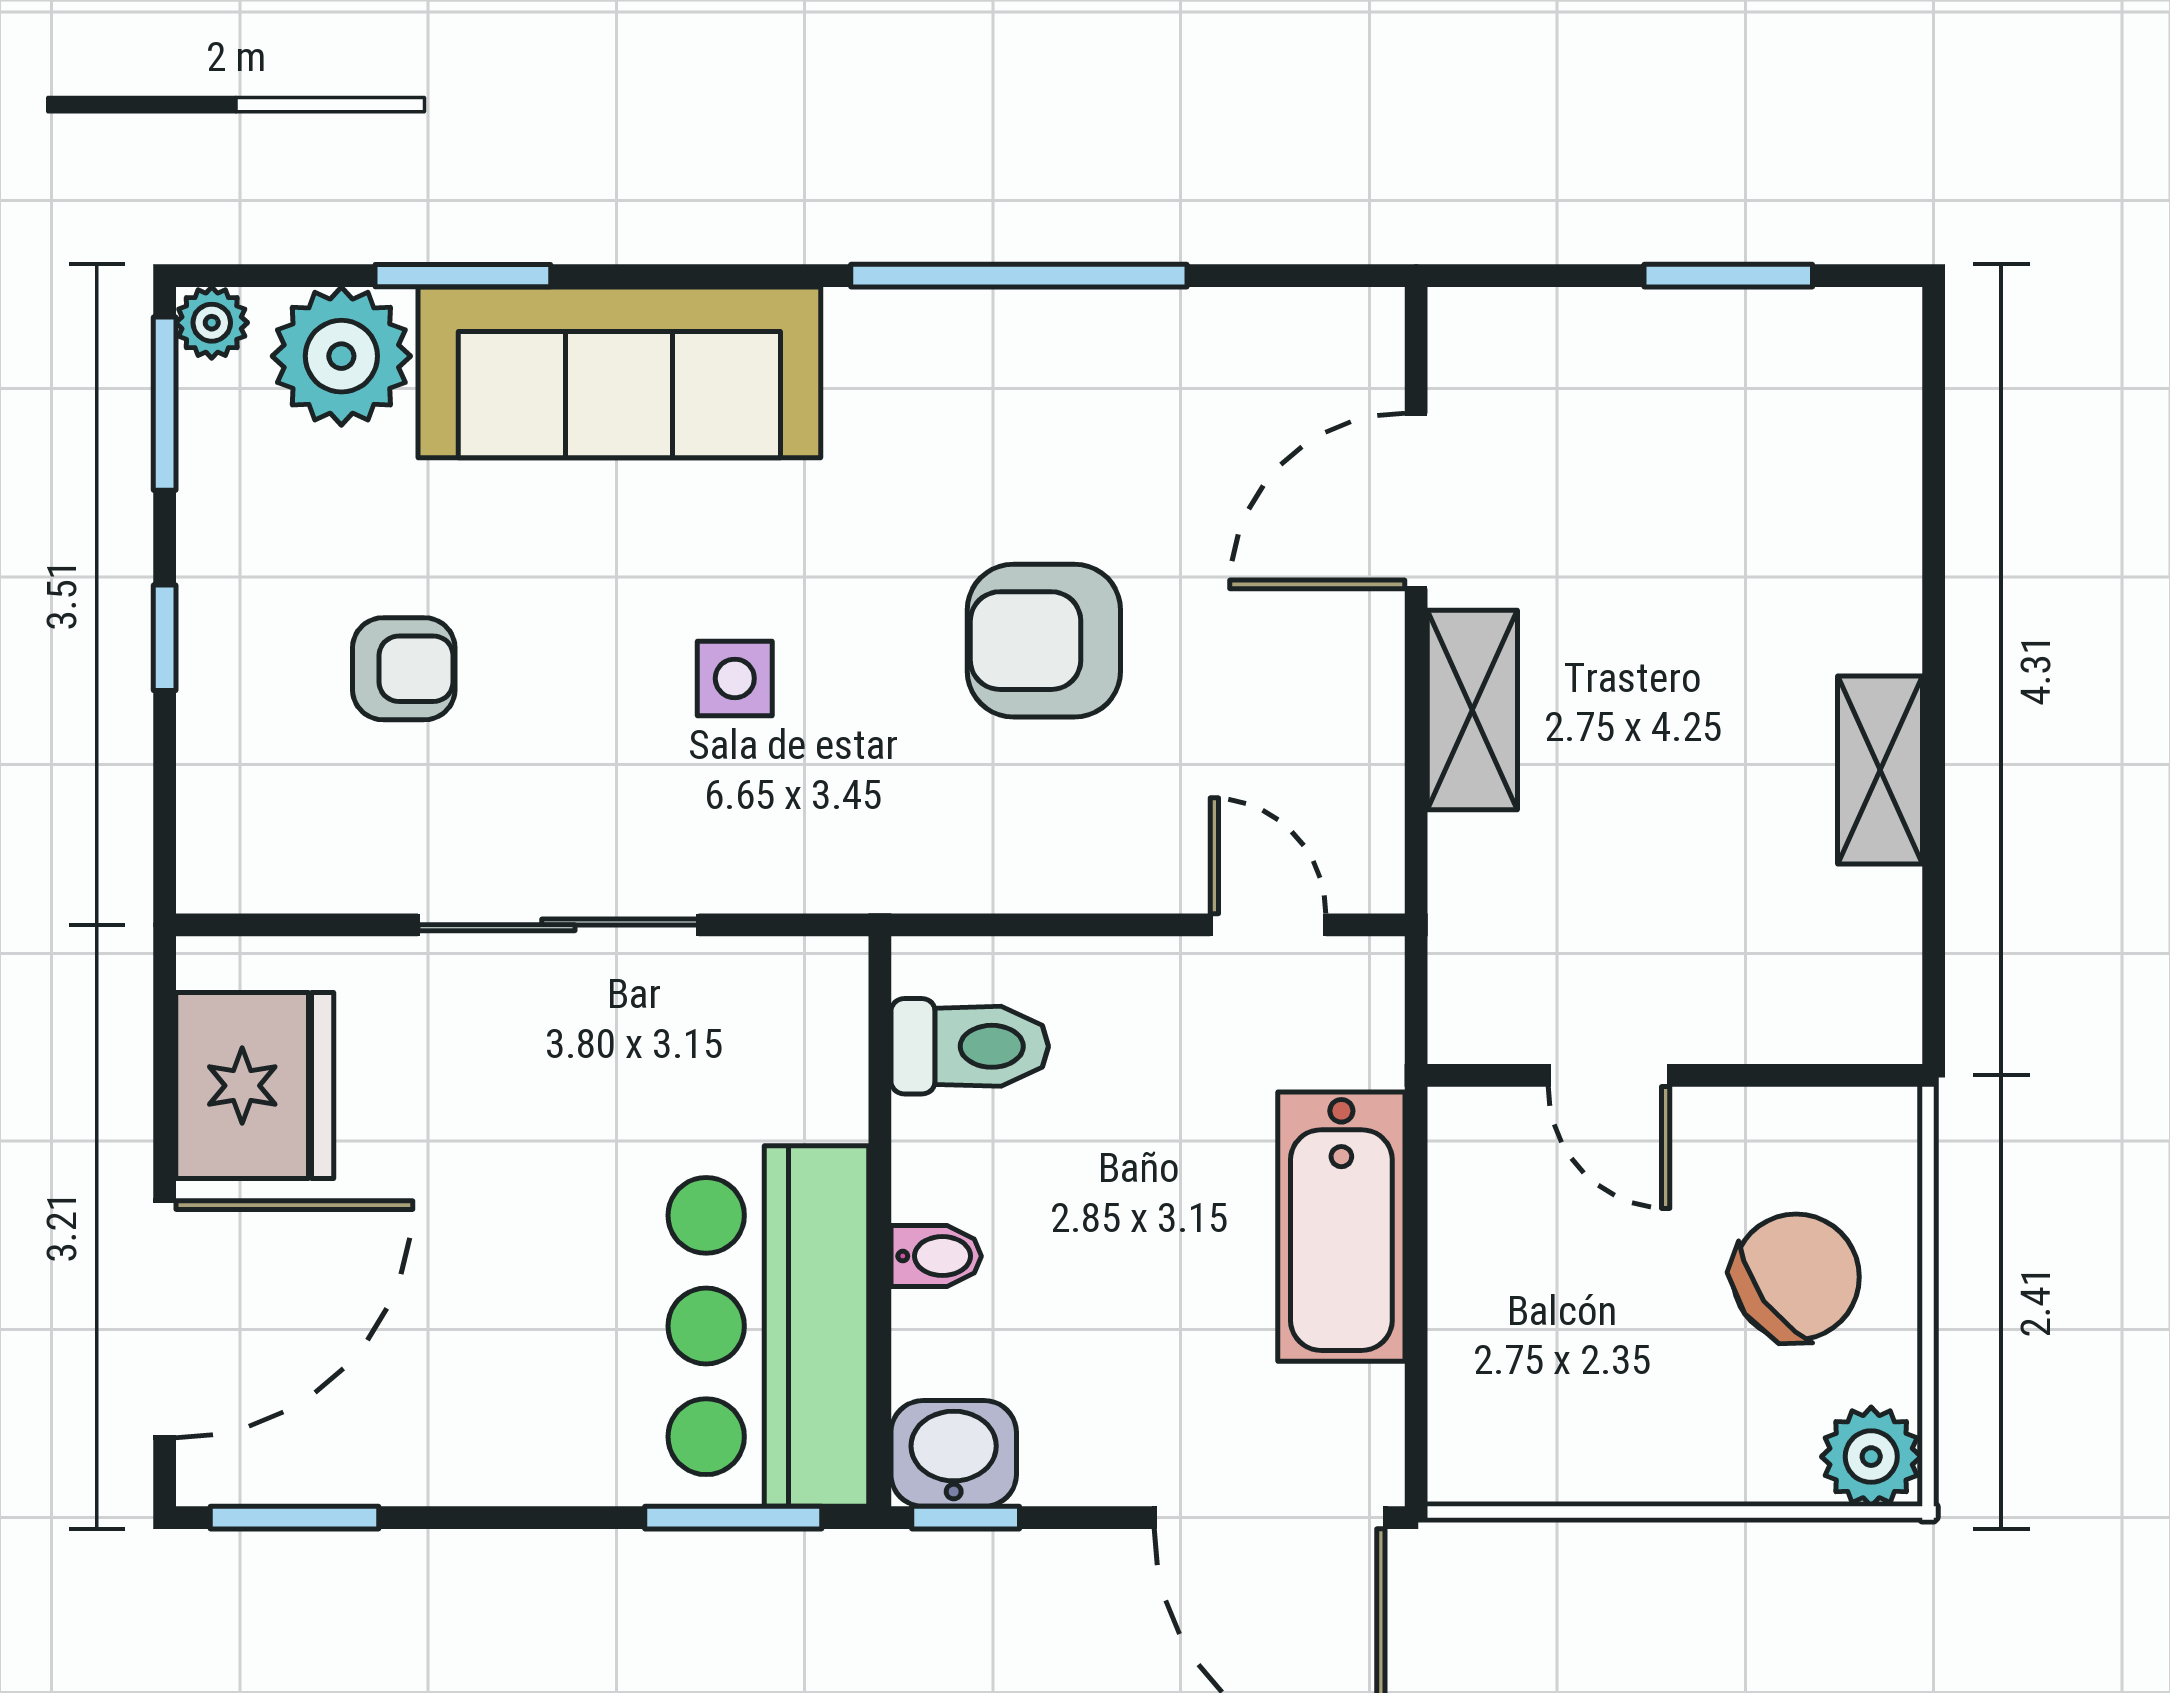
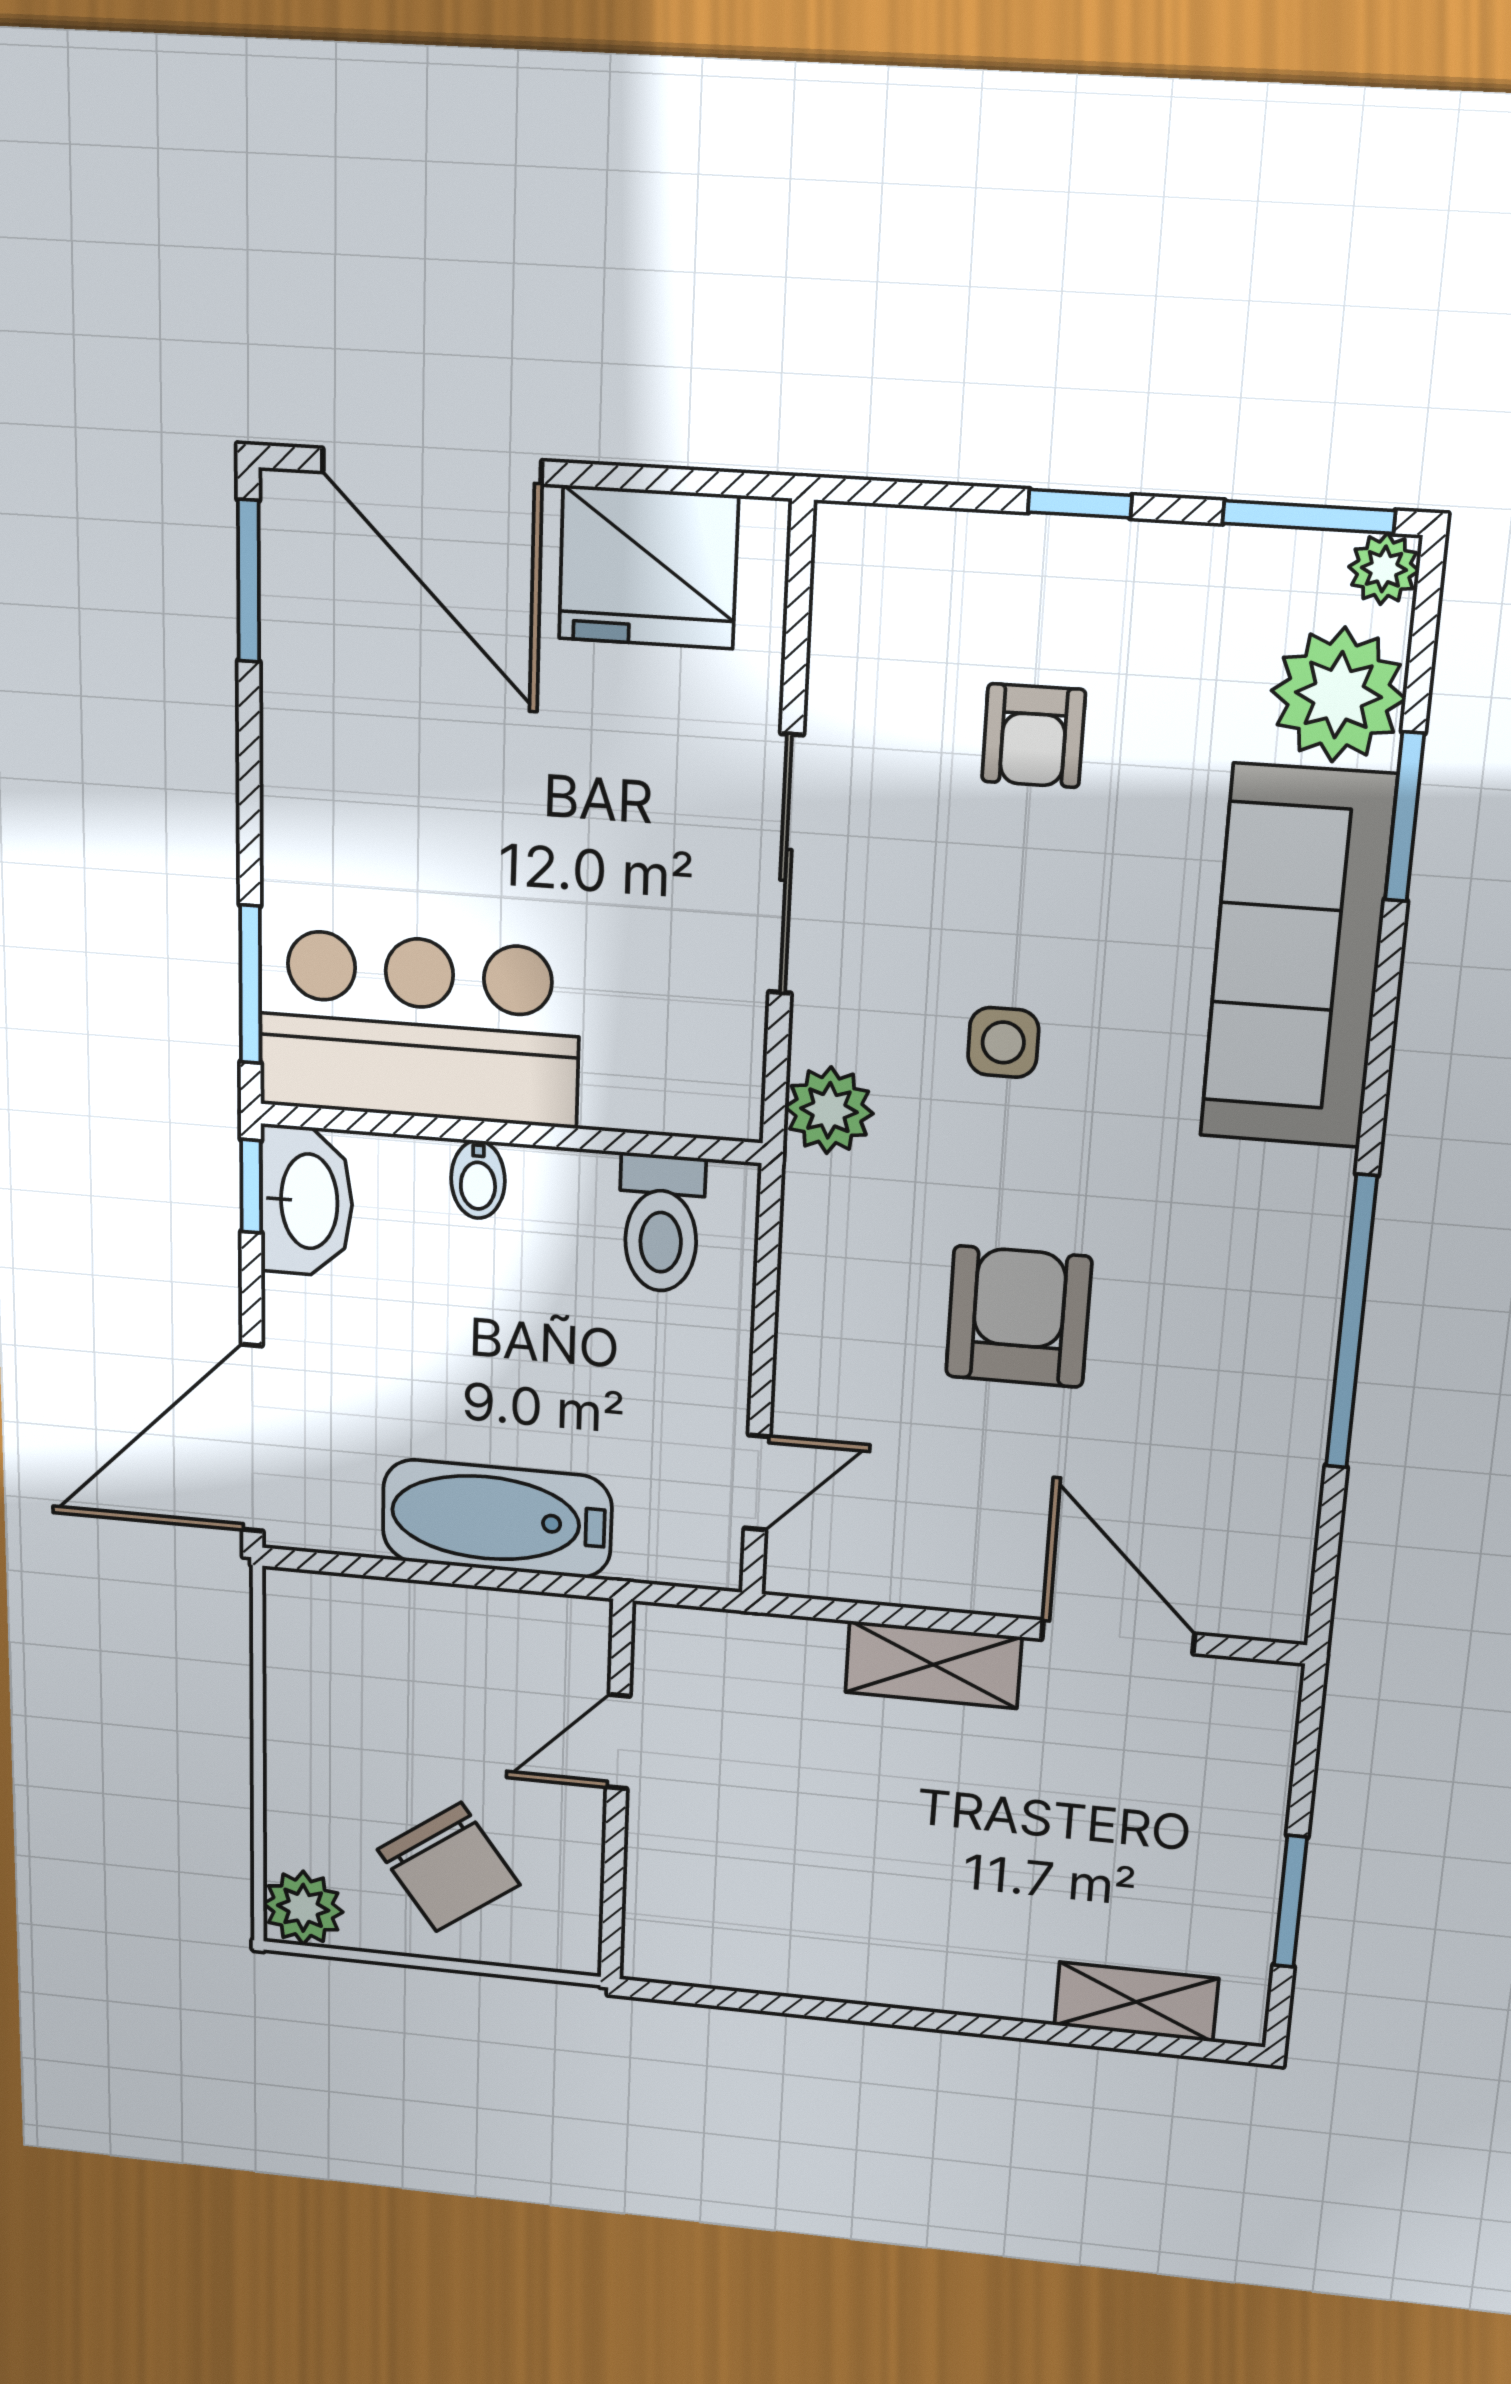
shelving: (1880, 770) -> (1136, 2002), moved
plant: (825, 865) -> (829, 1110), added
washbasin: (954, 1453) -> (306, 1201), width x1.38

